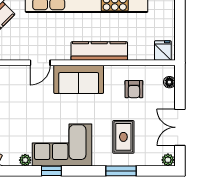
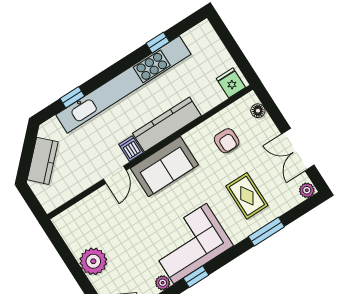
dishwasher: (63, 52) -> (131, 149), added

